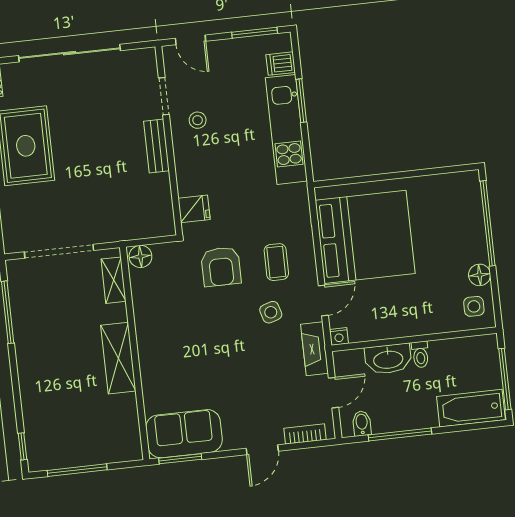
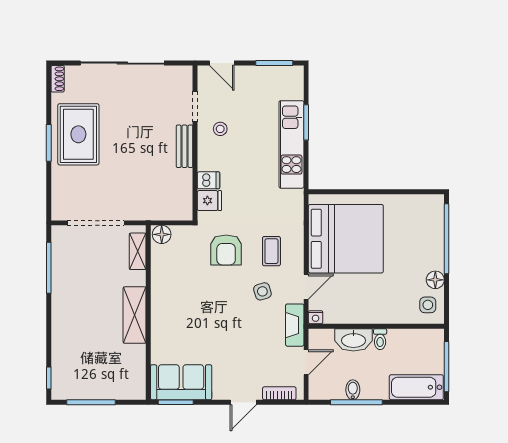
dishwasher: (281, 64) -> (208, 180), moved, turned 180
bidet: (362, 423) -> (353, 390), moved

